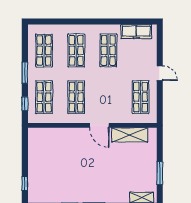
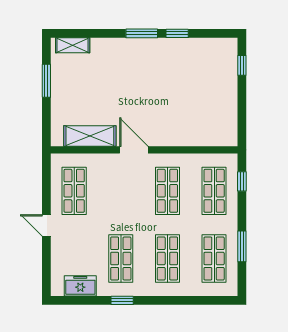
window: (107, 22) -> (122, 300), added
freezer: (136, 32) -> (80, 286), width x0.71
window: (25, 73) -> (242, 246), moved

